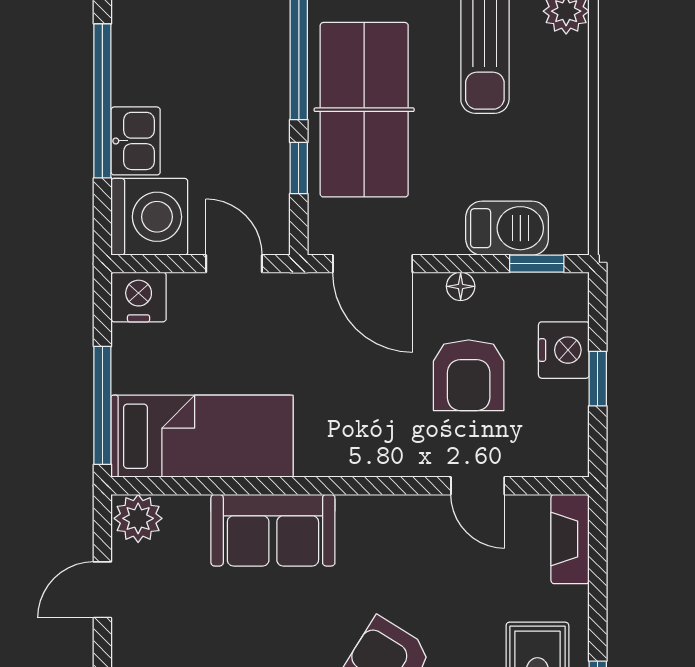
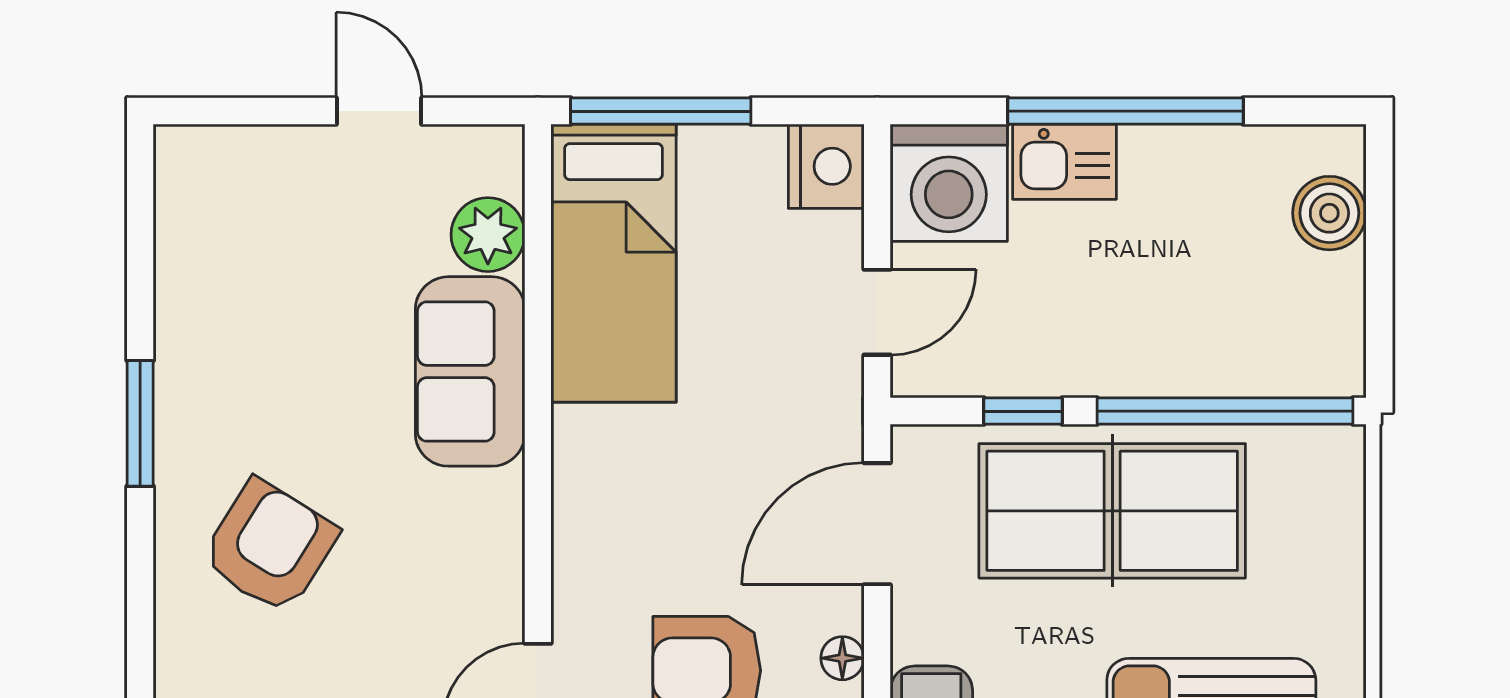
plant: (138, 518) -> (488, 235), moved

